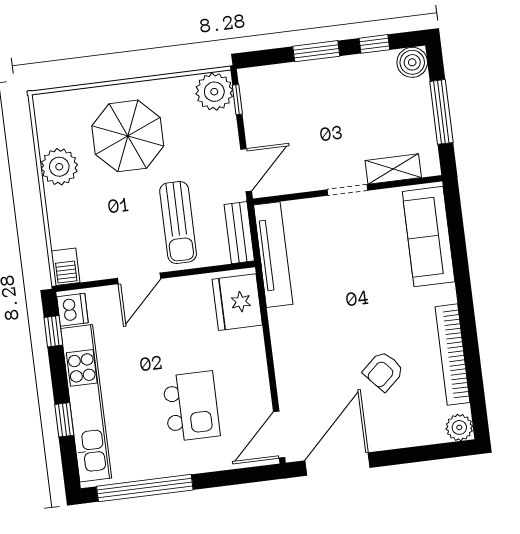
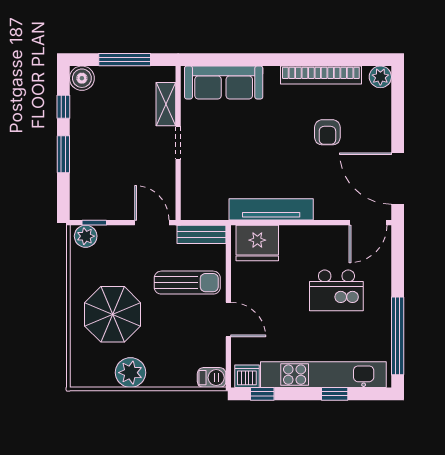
plant: (214, 92) -> (86, 236), width x0.73, depth x0.73
tv unit: (273, 255) -> (271, 209), moved
armchair: (383, 371) -> (327, 132), turned 42
kitchen island: (191, 406) -> (336, 290), turned 180
door: (279, 435) -> (368, 223), hinge flipped

